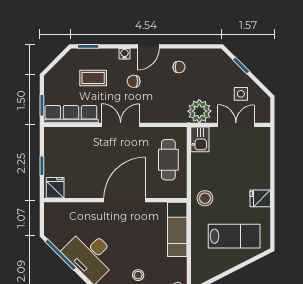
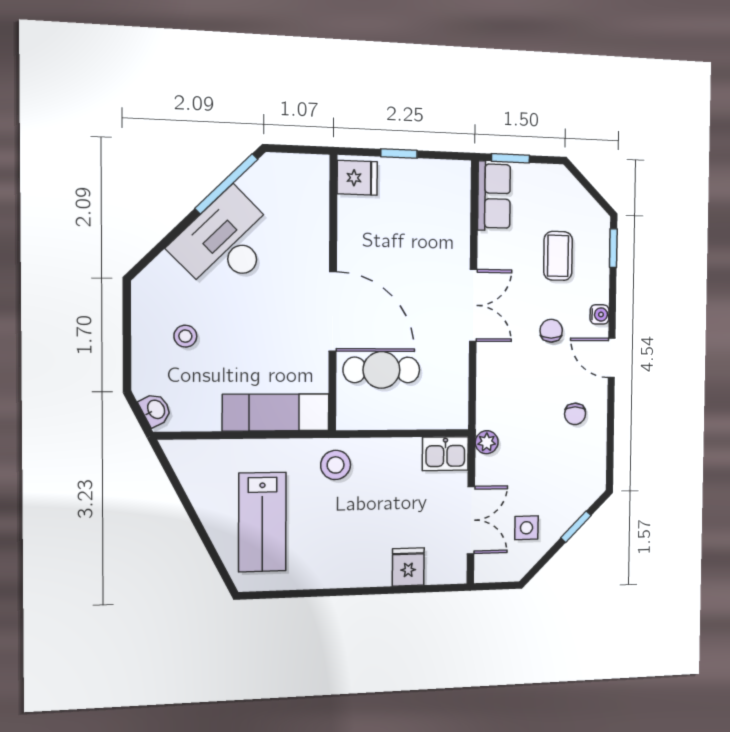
plant: (199, 111) -> (487, 442), width x0.53, depth x0.53
row of seats: (71, 114) -> (494, 196), width x0.68
cafe table: (168, 160) -> (381, 370), moved
fridge: (260, 198) -> (408, 567), moved

